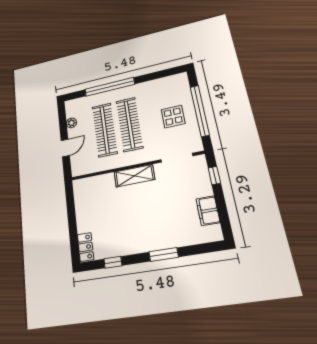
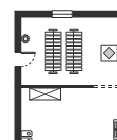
window: (110, 87) -> (62, 14), width x0.47
shelving: (134, 176) -> (45, 94), moved

